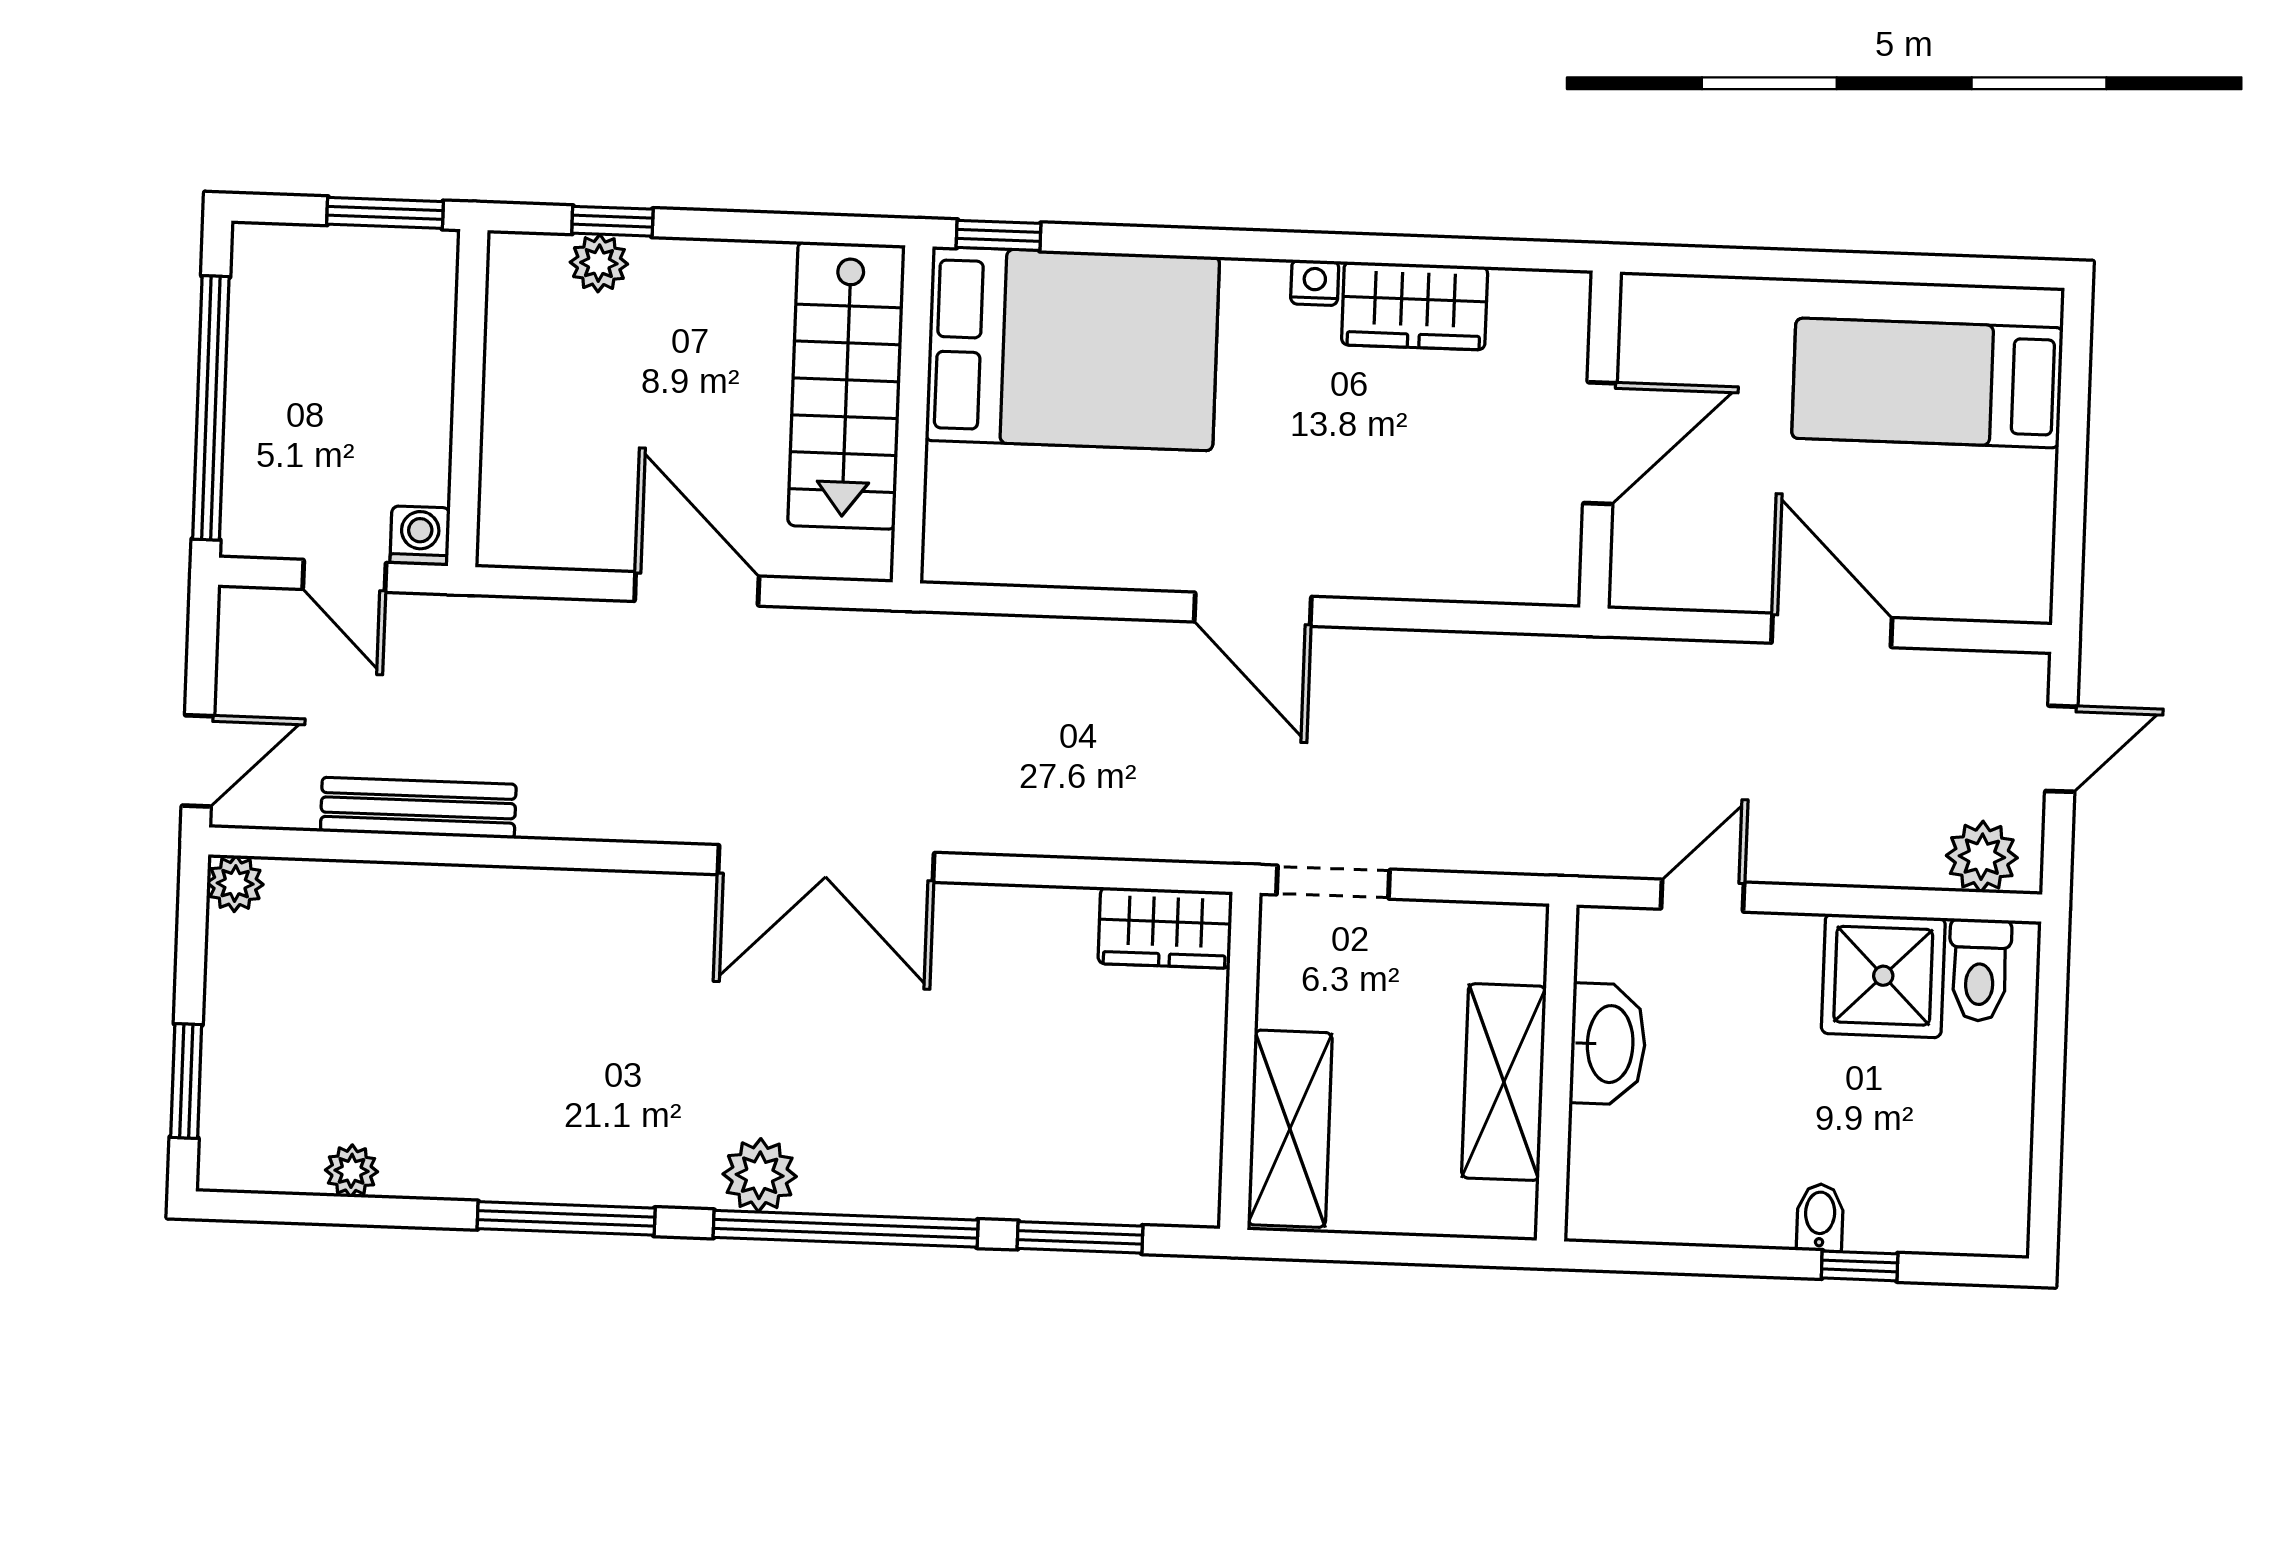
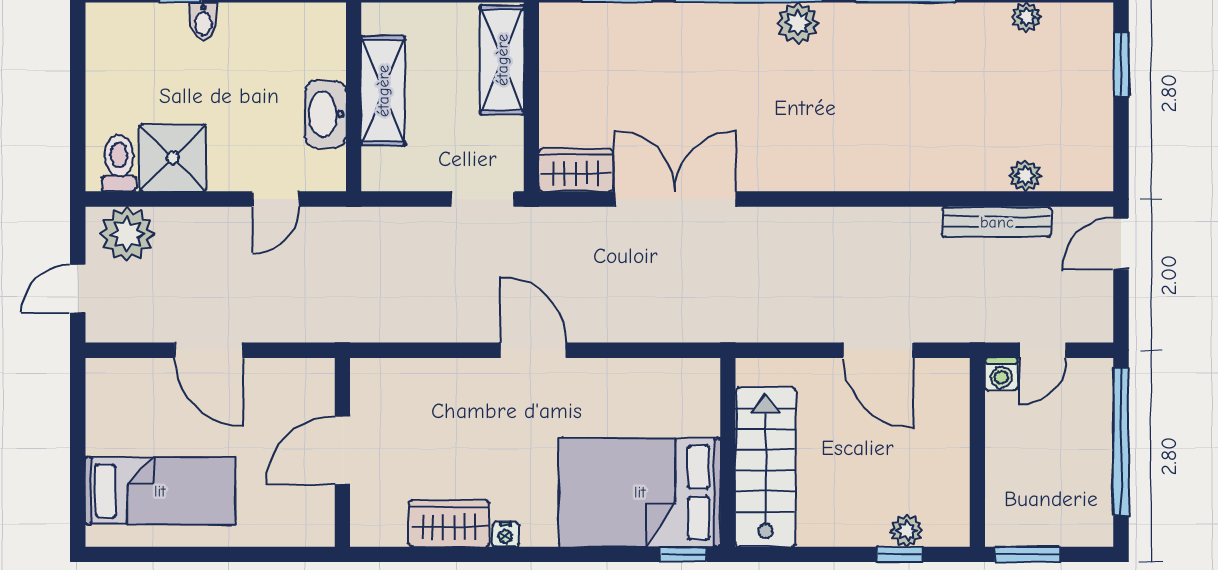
door: (344, 576) -> (1043, 350), swing flipped
door: (697, 589) -> (878, 350), moved
plant: (1982, 857) -> (127, 234), width x1.36, depth x1.36
double door: (826, 864) -> (675, 199), moved
plant: (235, 884) -> (1025, 176), moved

